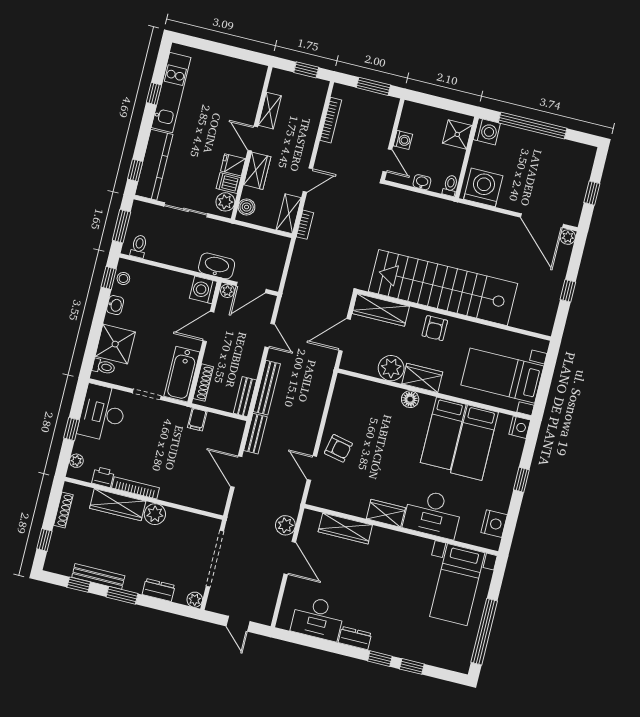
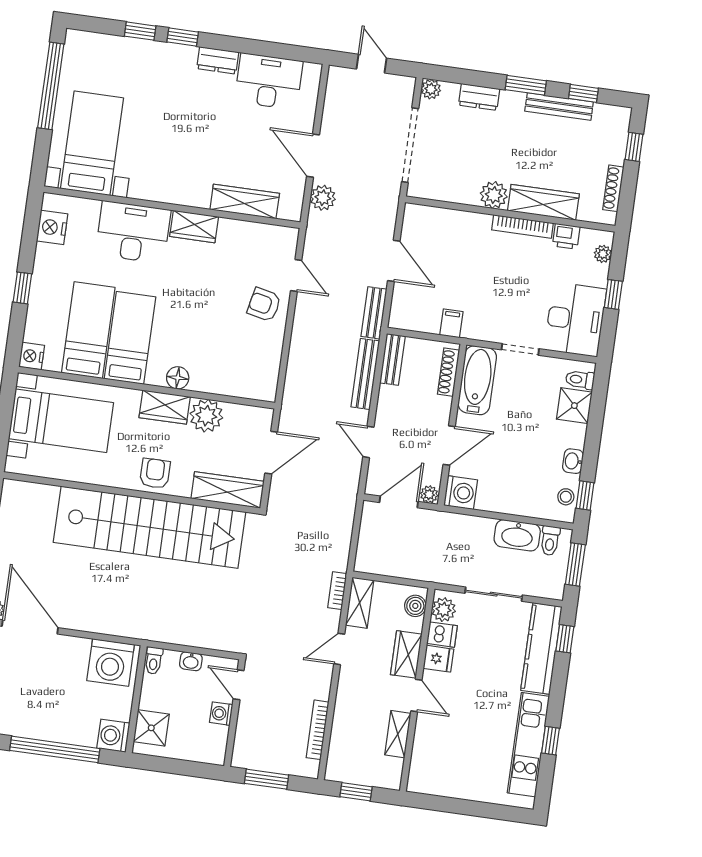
washbasin: (217, 266) -> (517, 535), moved
shower: (115, 344) -> (574, 406), width x0.73, depth x0.73

